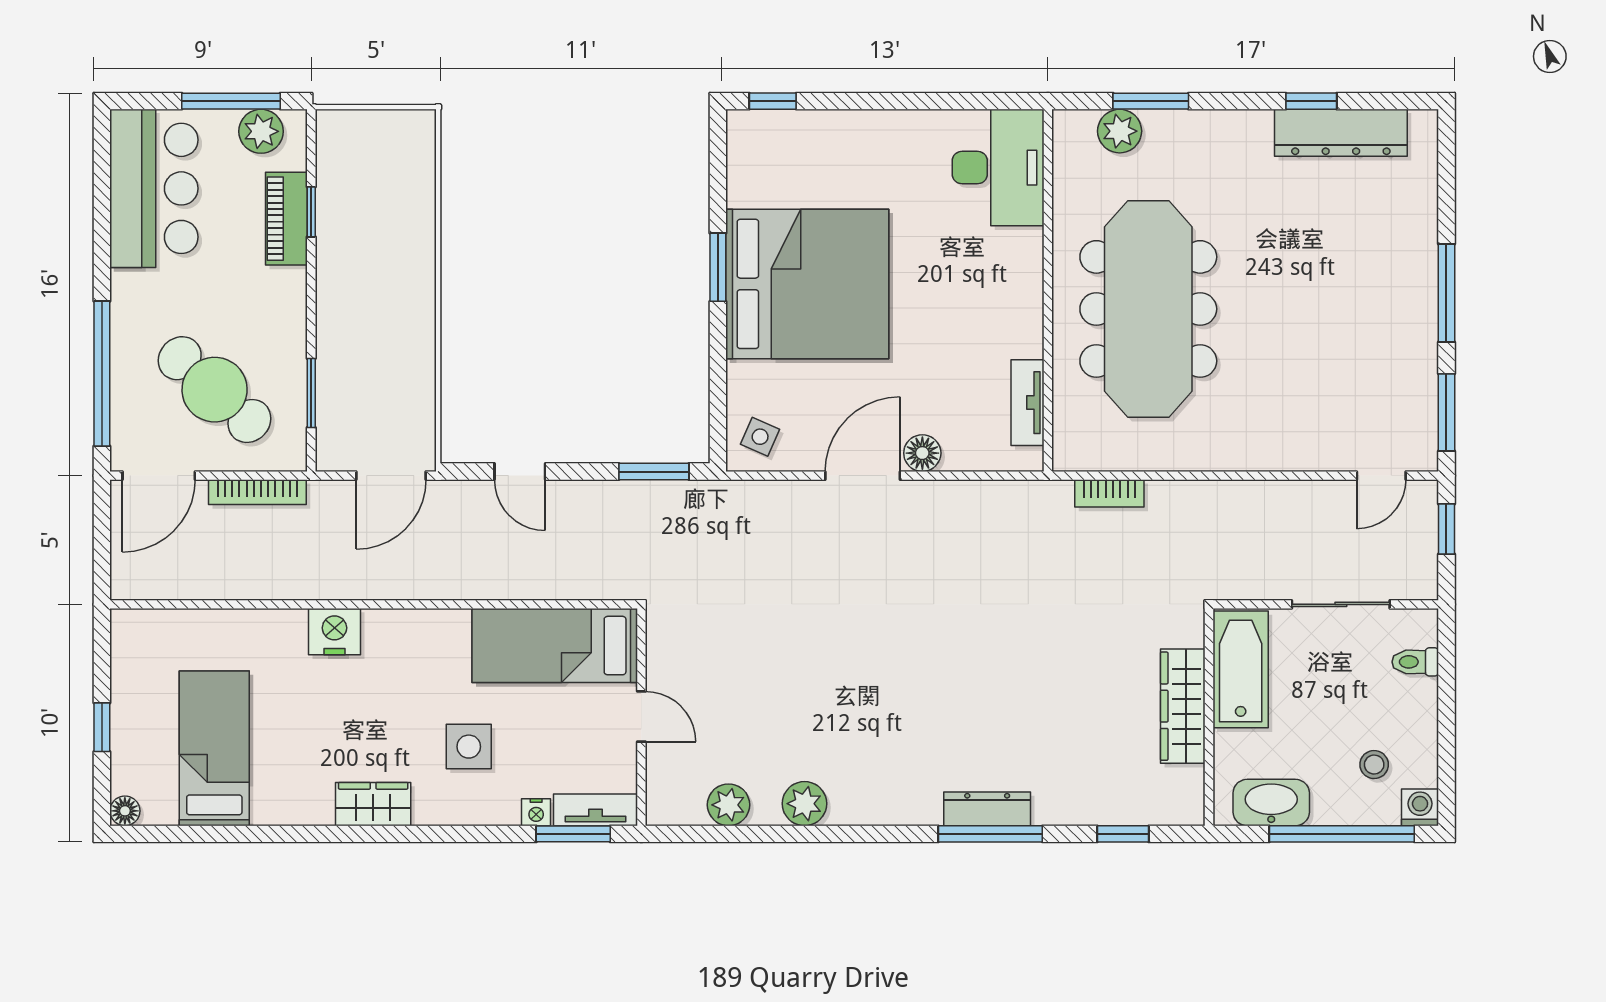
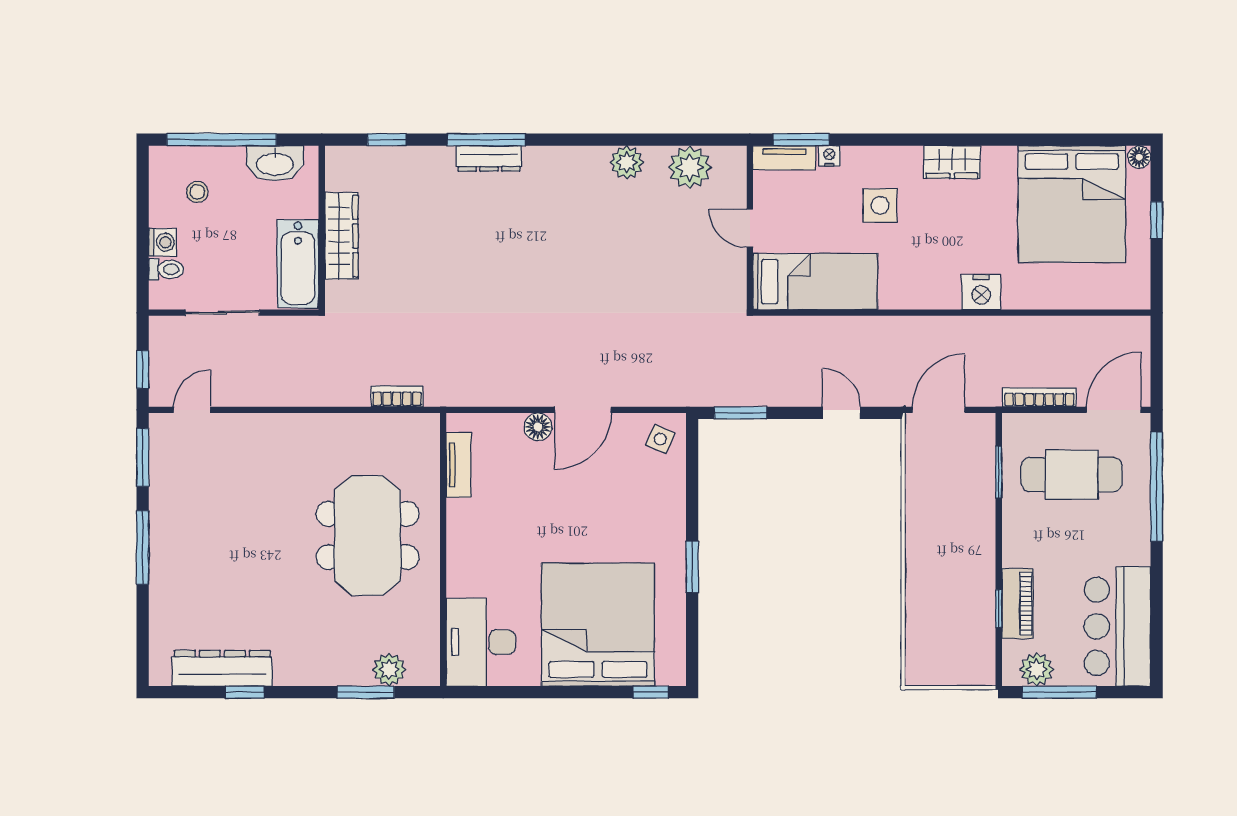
bed: (807, 284) -> (598, 625), moved, turned 90
meeting table: (1148, 309) -> (368, 535), width x0.73
cafe table: (215, 390) -> (1072, 475), turned -42
bed: (214, 748) -> (1072, 204), width x2.04
plant: (729, 805) -> (690, 167), width x1.36, depth x1.36
washing machine: (1420, 807) -> (163, 242), moved, turned -90

